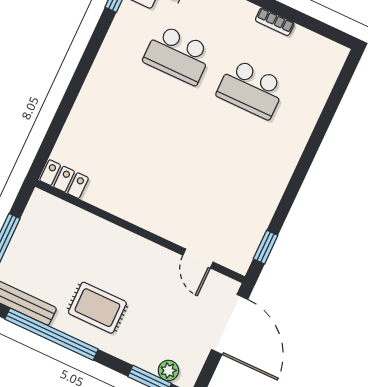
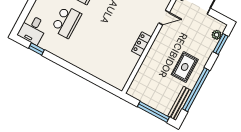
locker: (64, 179) -> (141, 44), moved

